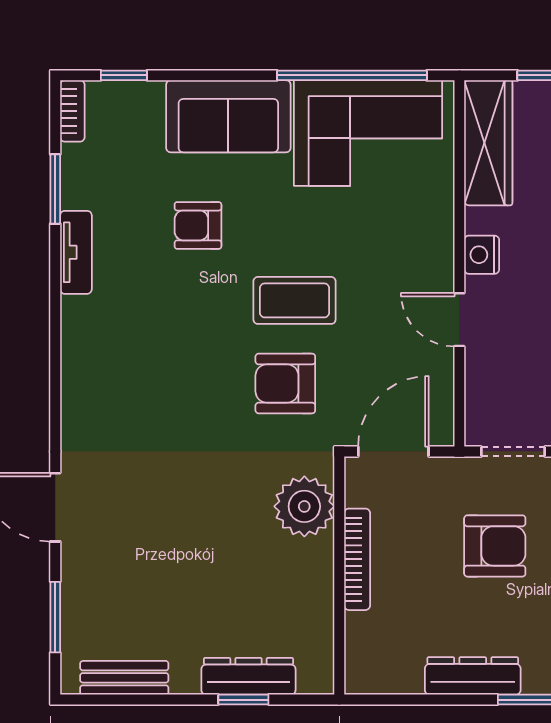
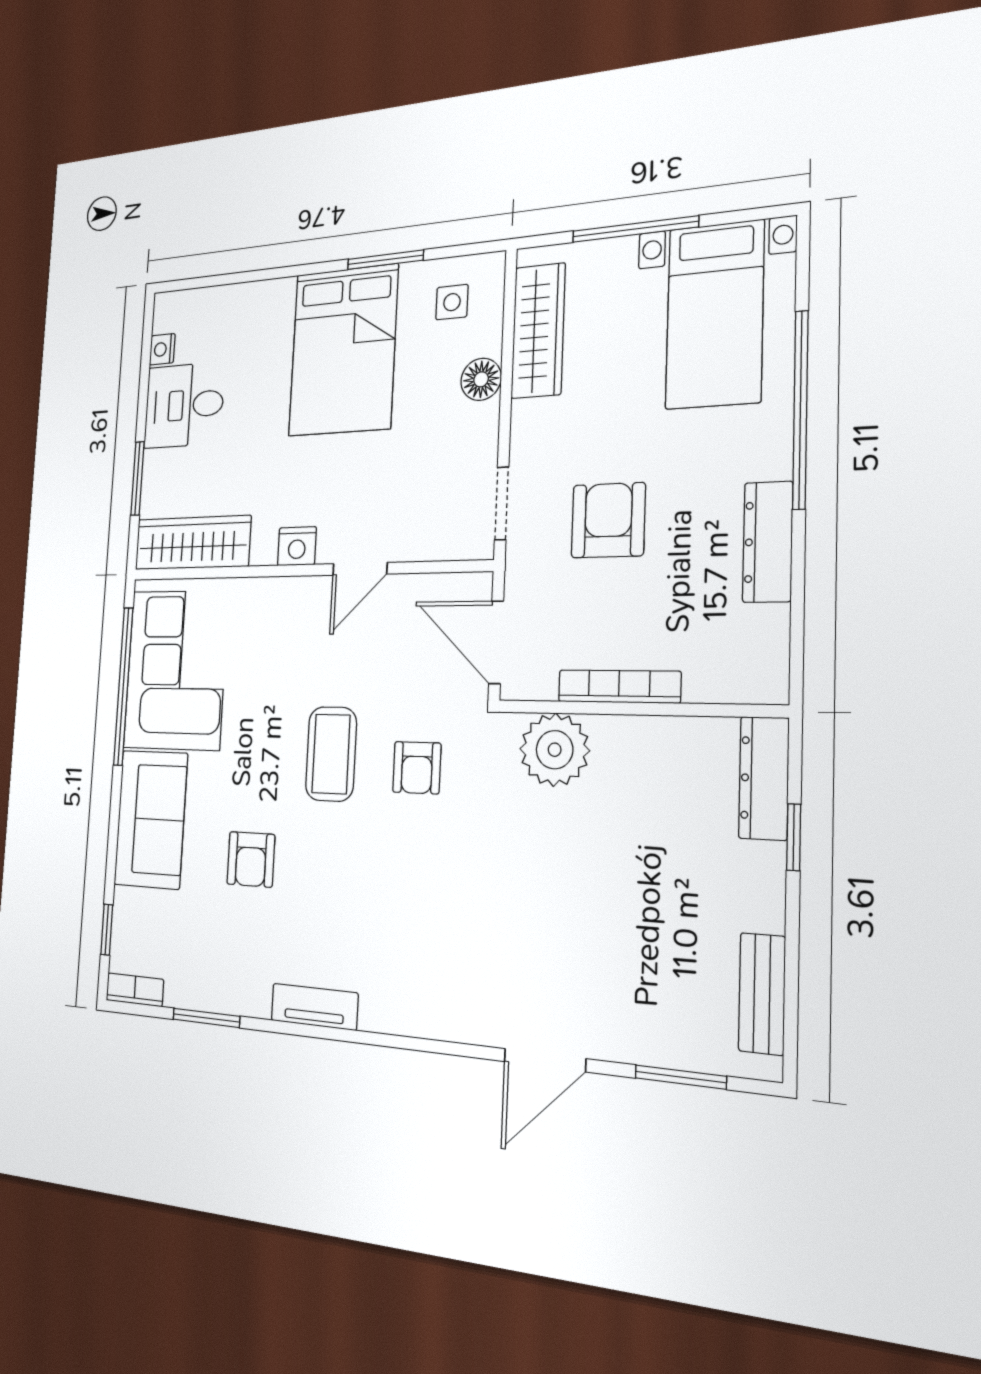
tv unit: (76, 252) -> (314, 1007), moved
armchair: (285, 384) -> (417, 768), width x0.72, depth x0.72
dresser: (248, 676) -> (764, 778), moved

